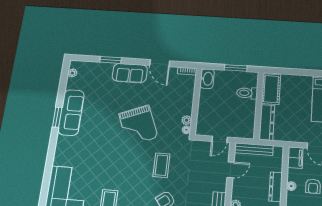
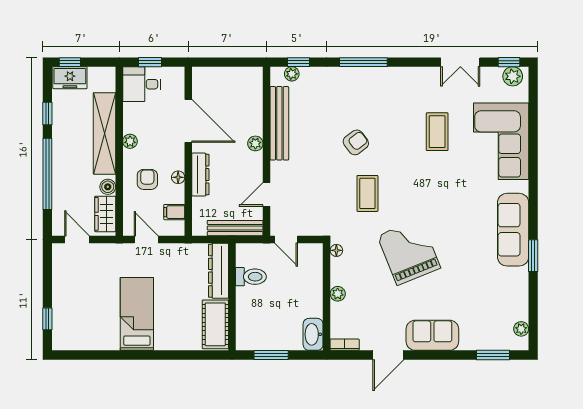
window: (111, 60) -> (493, 355), moved
door: (160, 63) -> (388, 355), swing flipped
toilet: (247, 93) -> (251, 277), moved
sofa: (71, 112) -> (513, 230), moved
plant: (187, 120) -> (338, 294), moved
door: (220, 139) -> (286, 239), swing flipped
filing cabinet: (295, 158) -> (174, 212), width x0.50

